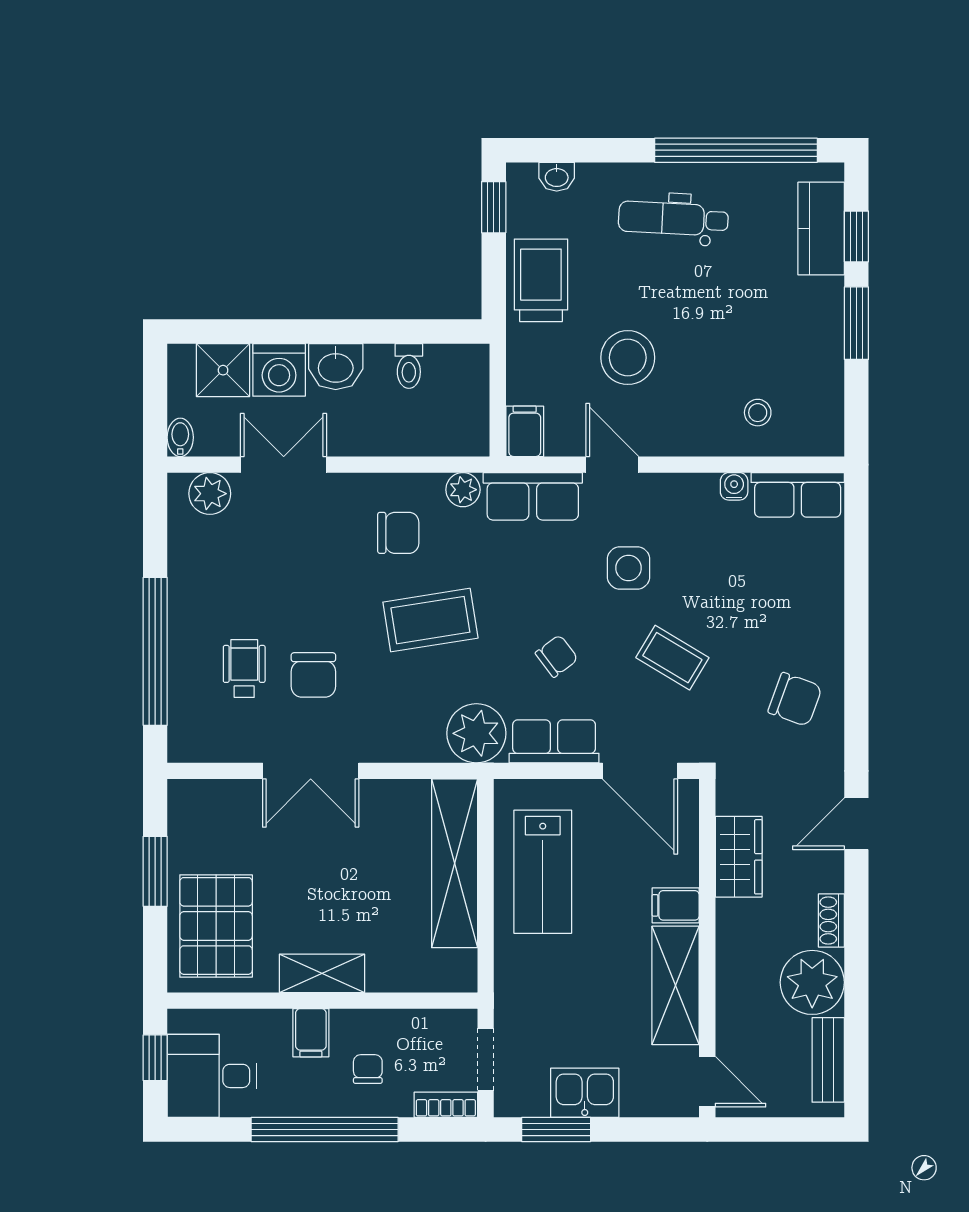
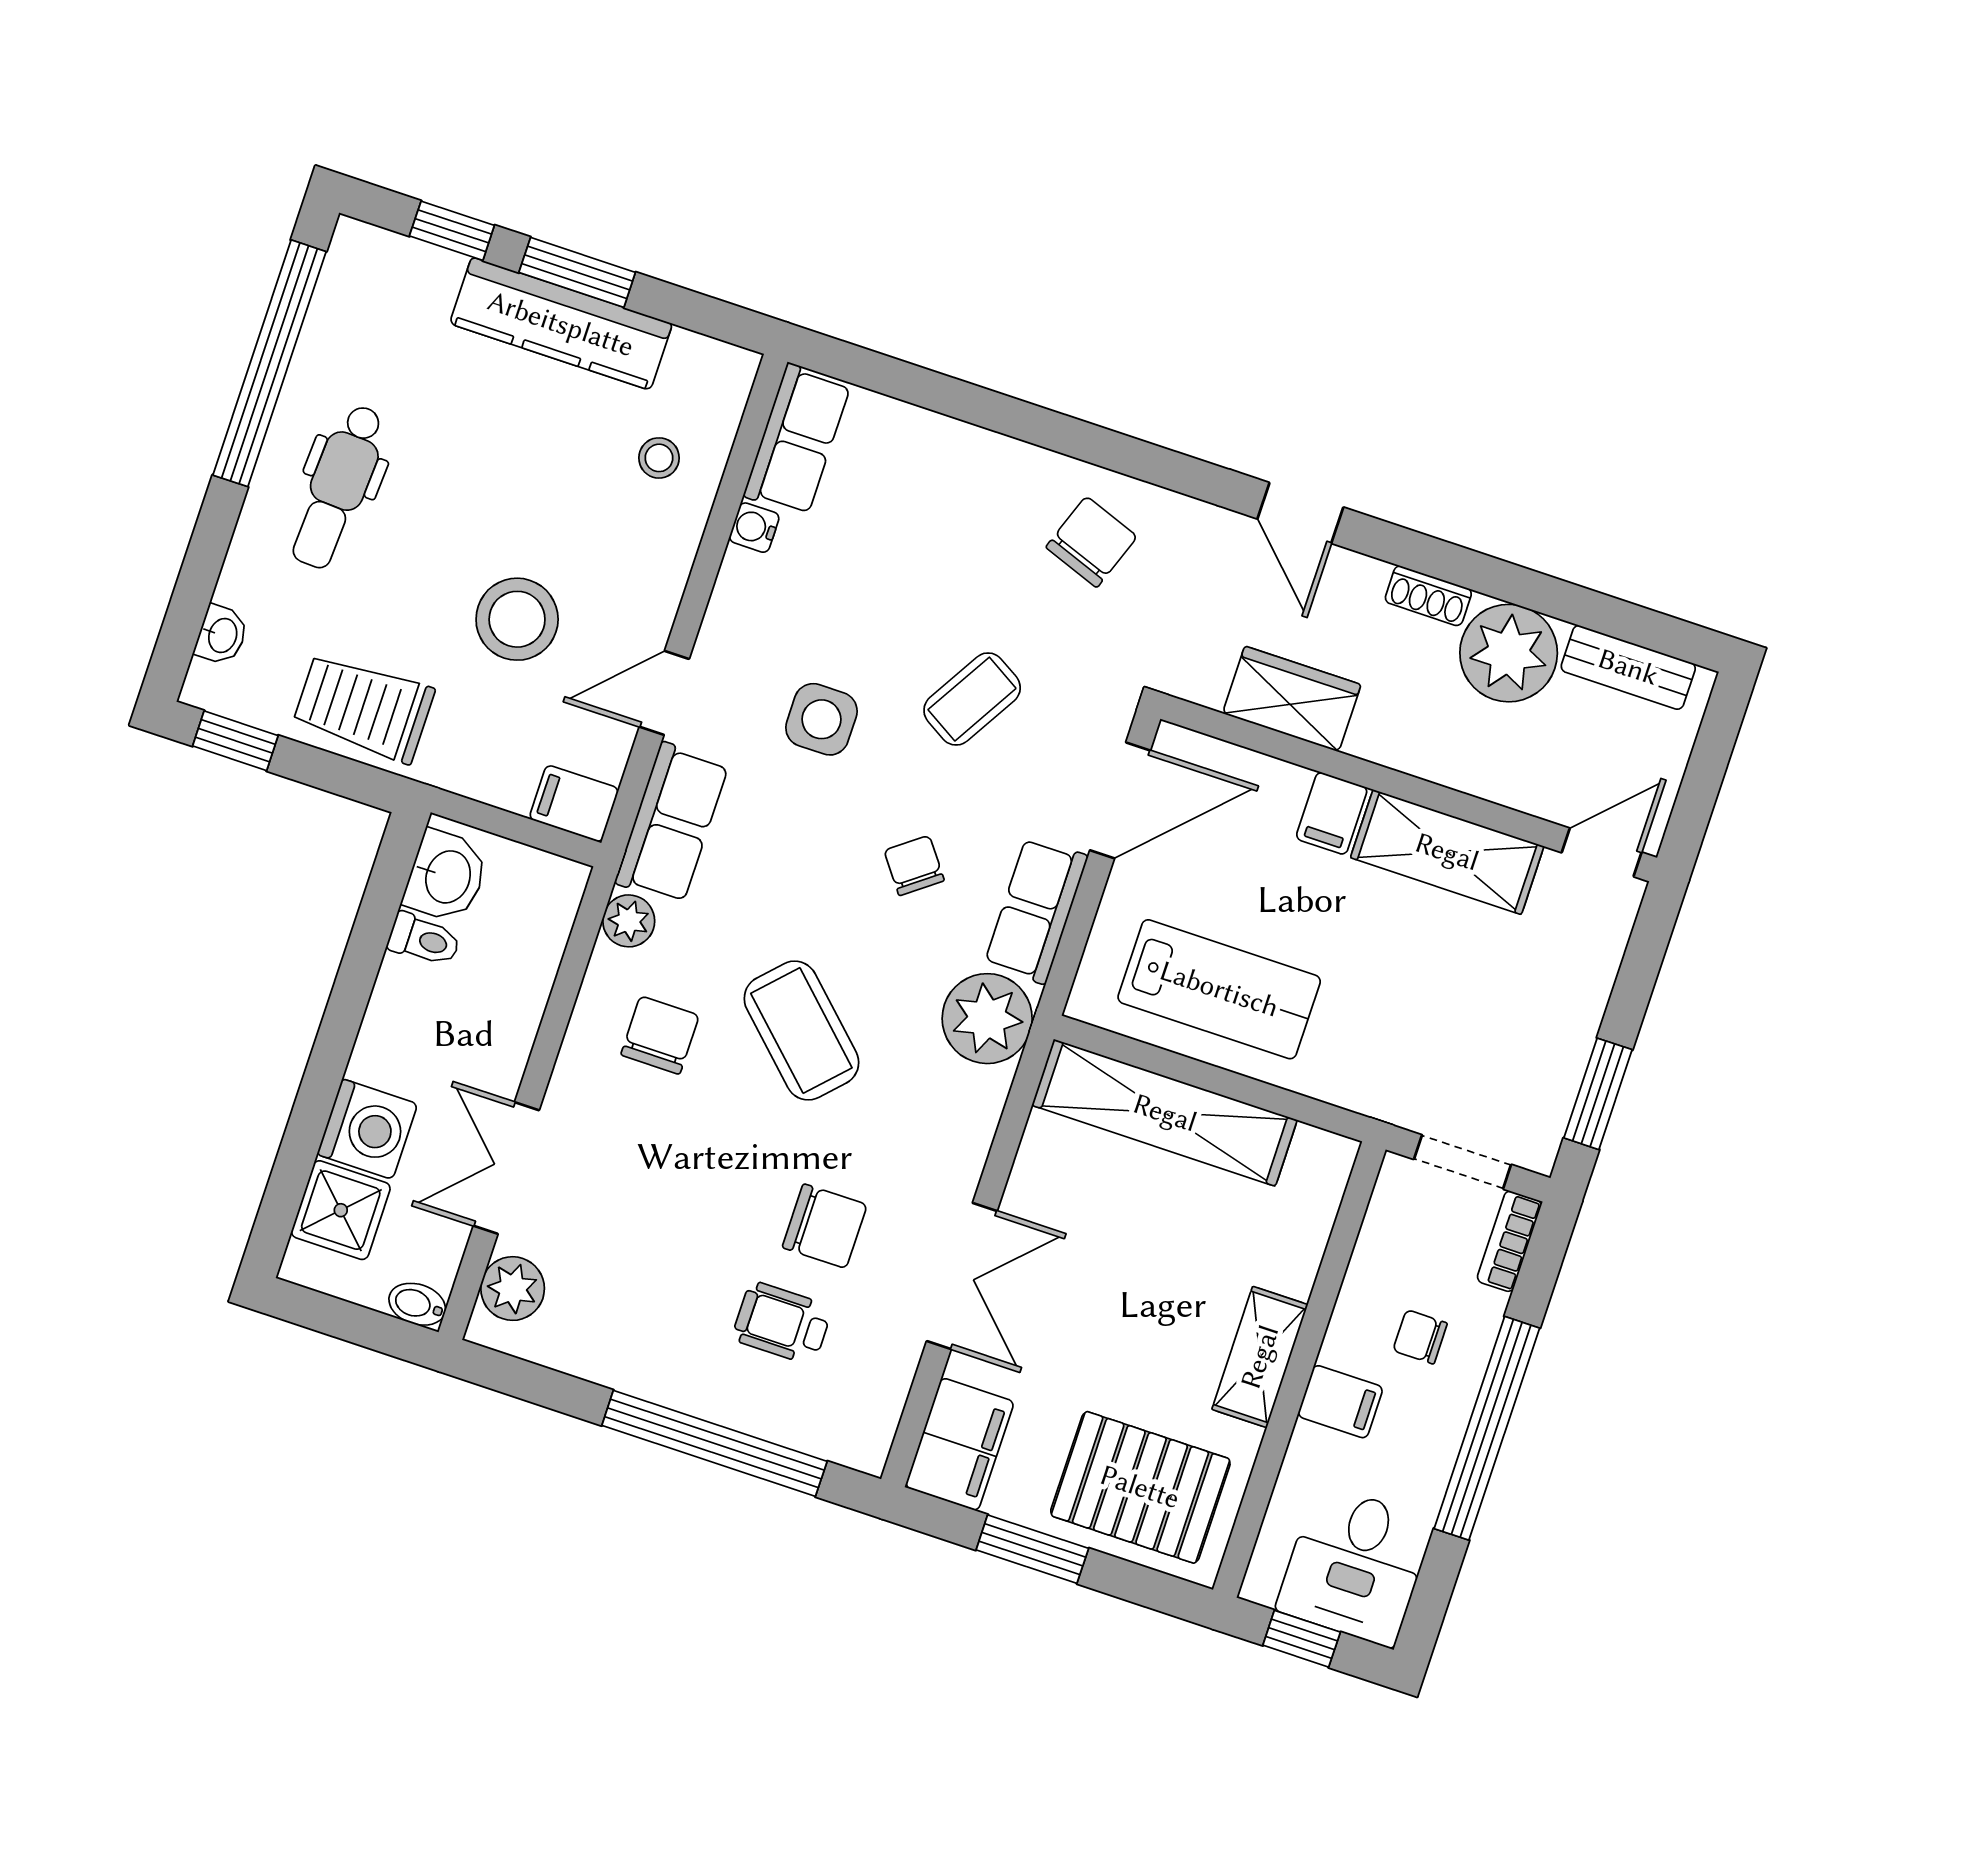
kitchen counter: (821, 229) -> (561, 324), moved, width x1.50
washbasin: (336, 367) -> (446, 876), moved
coffee table: (430, 620) -> (801, 1031), turned -37
filing cabinet: (205, 804) -> (960, 1444), added
kitchen sink: (585, 1093) -> (1559, 1035), removed

